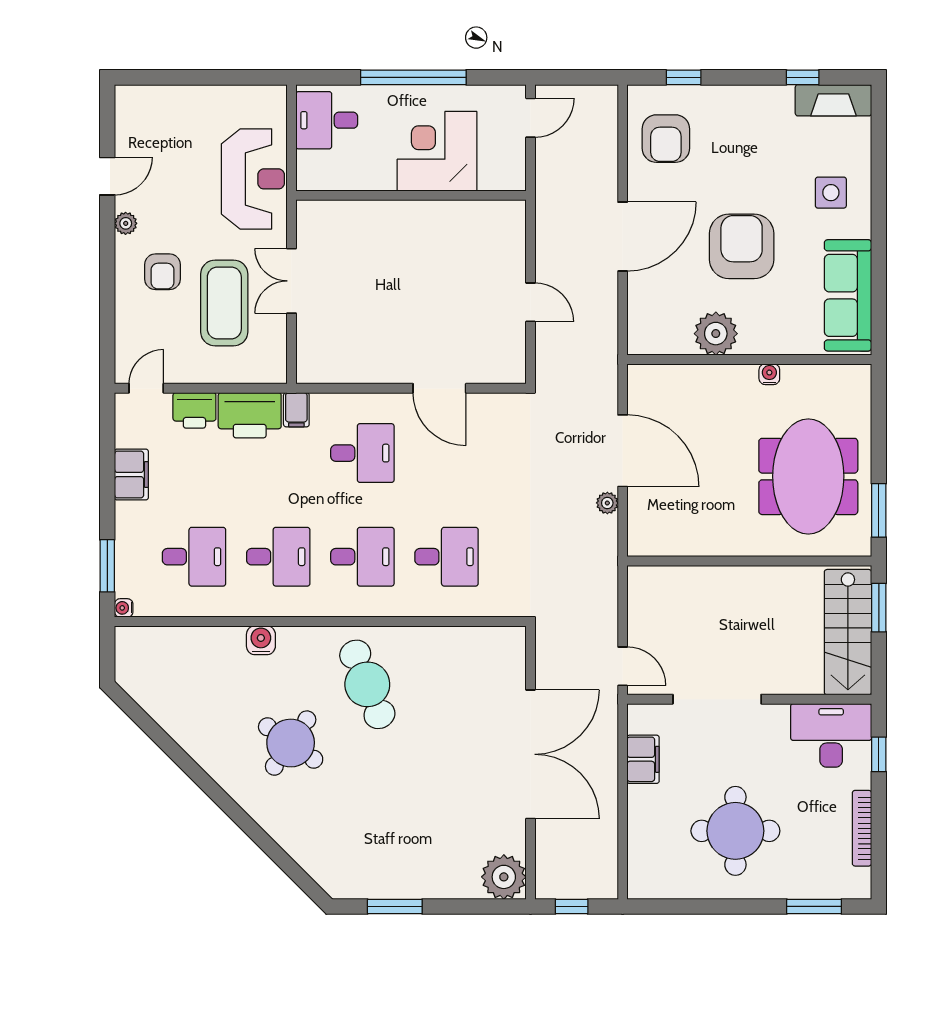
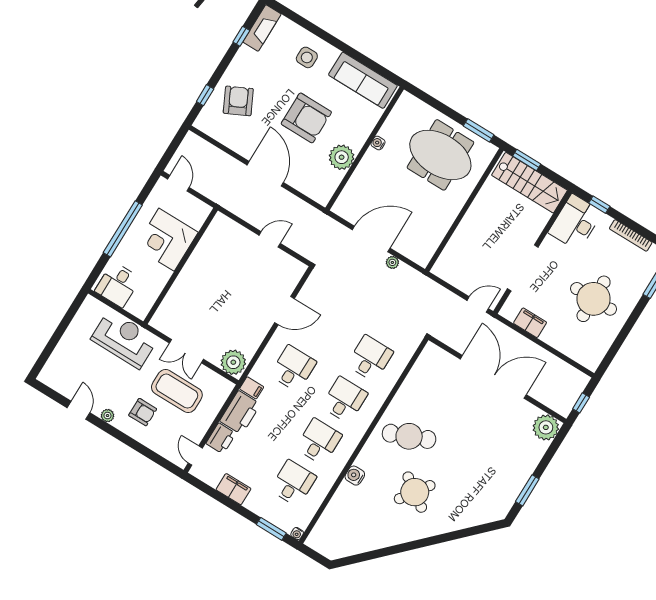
armchair: (666, 139) -> (238, 101), moved, turned -116
armchair: (742, 246) -> (306, 118), turned 180
plant: (317, 360) -> (233, 362), added

